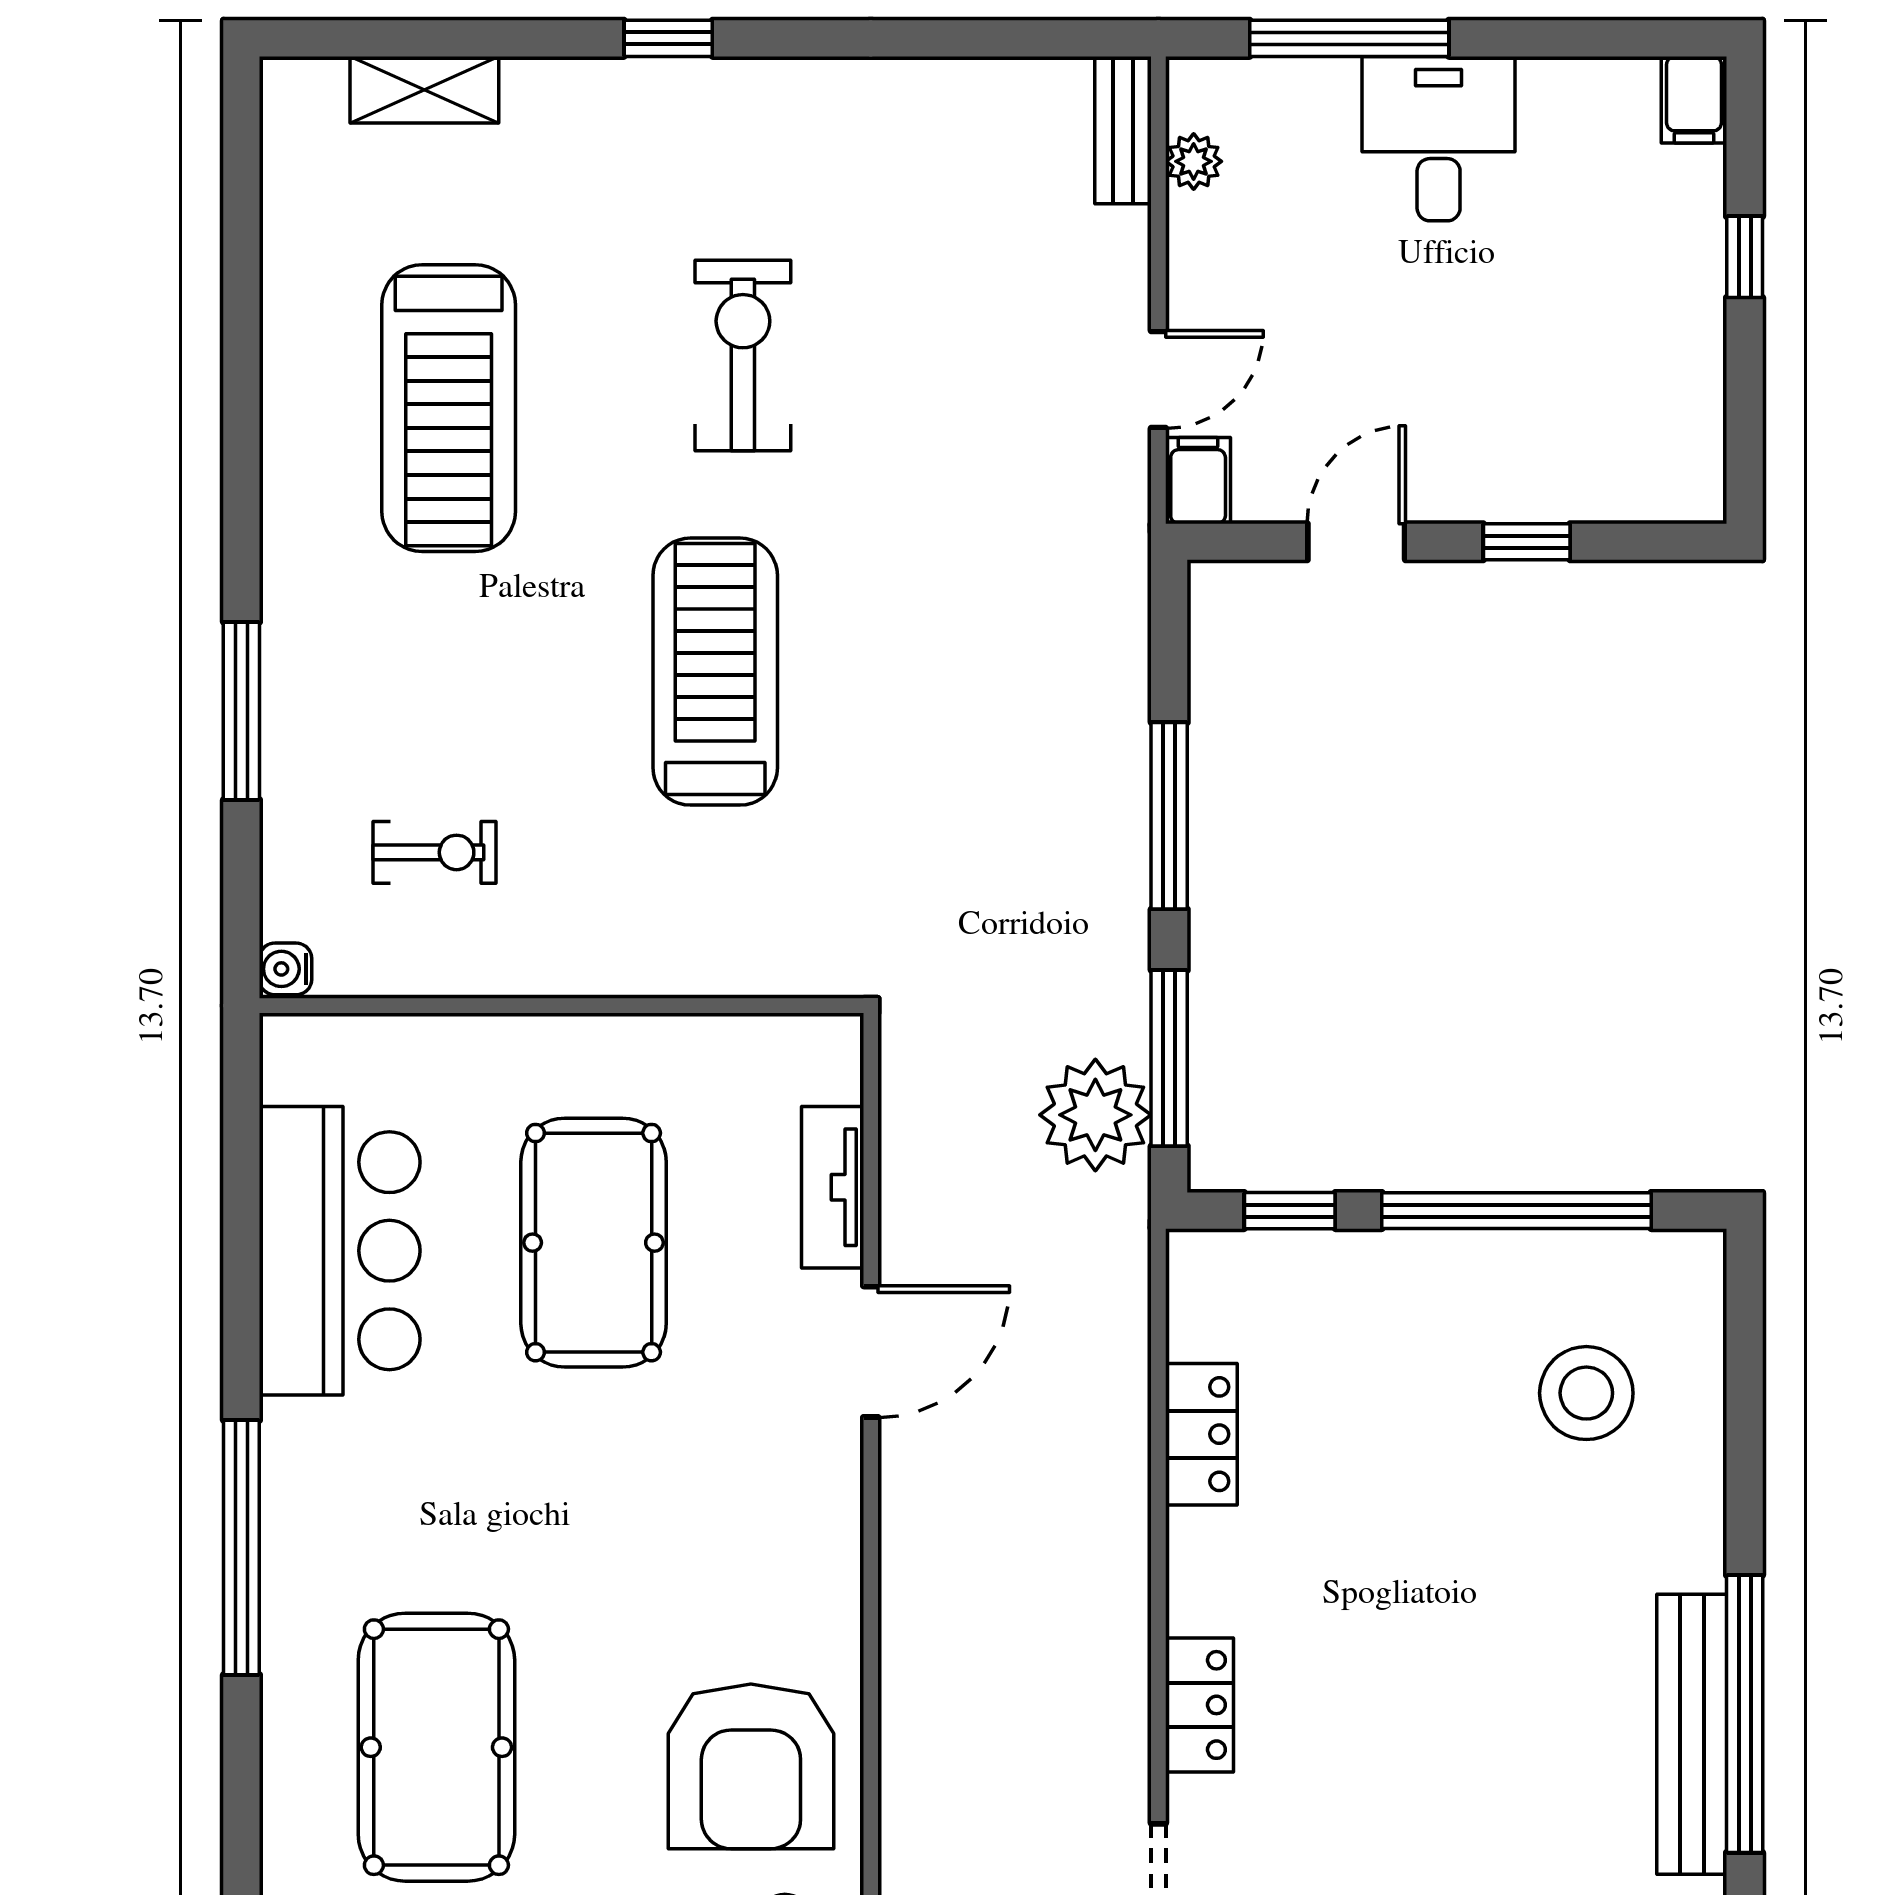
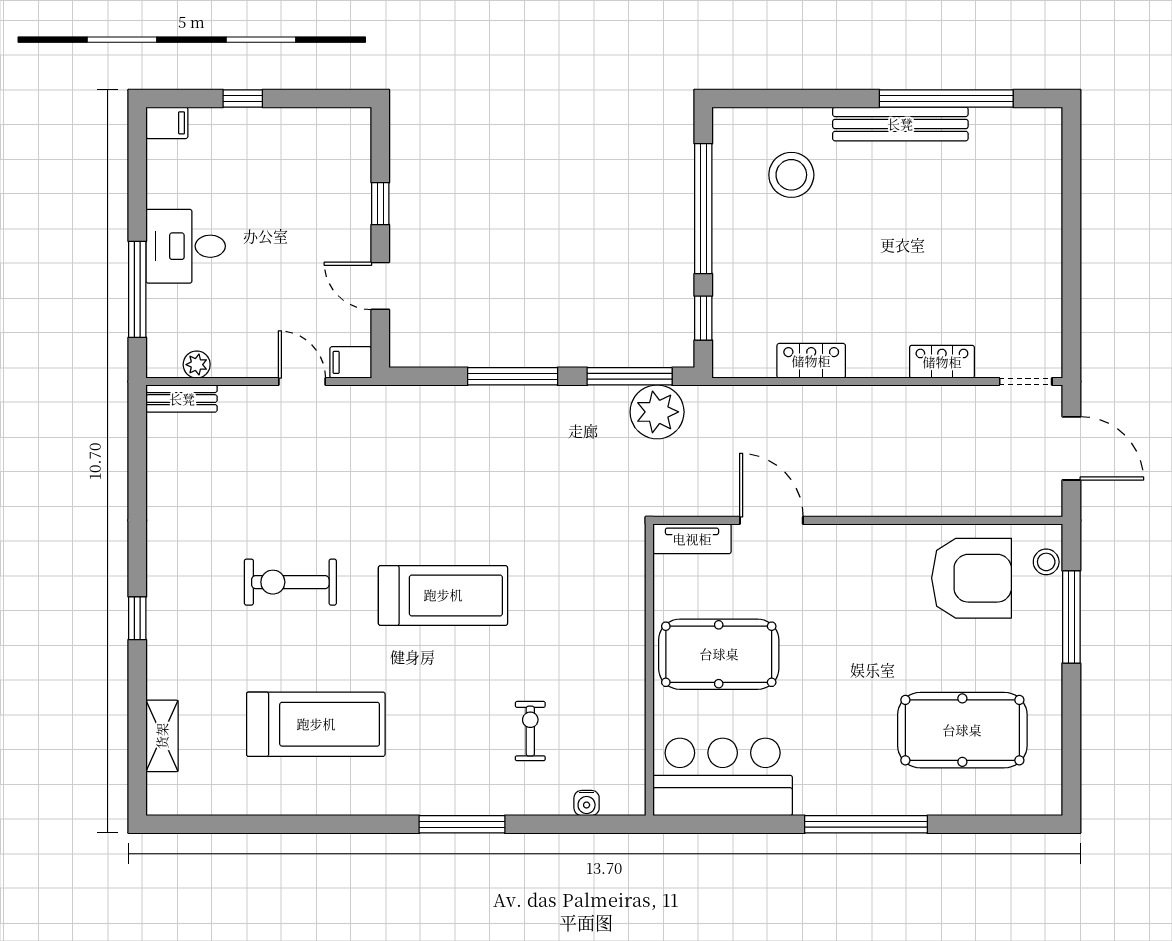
treadmill: (715, 672) -> (443, 595), turned 180
wall: (562, 1006) -> (649, 670), moved
bench: (1692, 1734) -> (900, 124), moved

